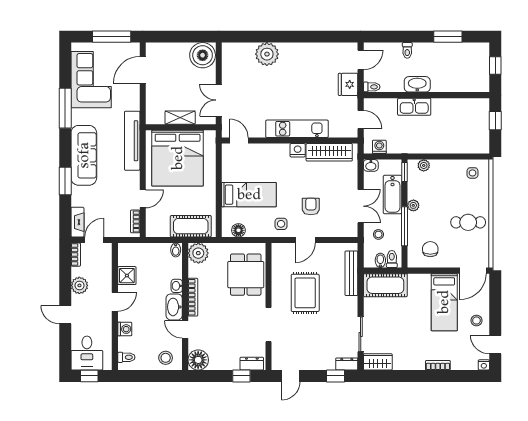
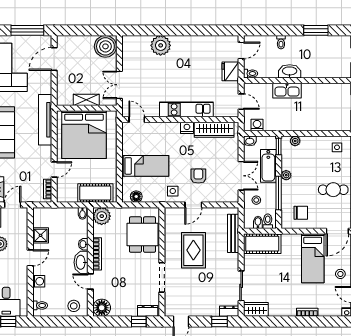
chair: (430, 249) -> (301, 213), turned 90

